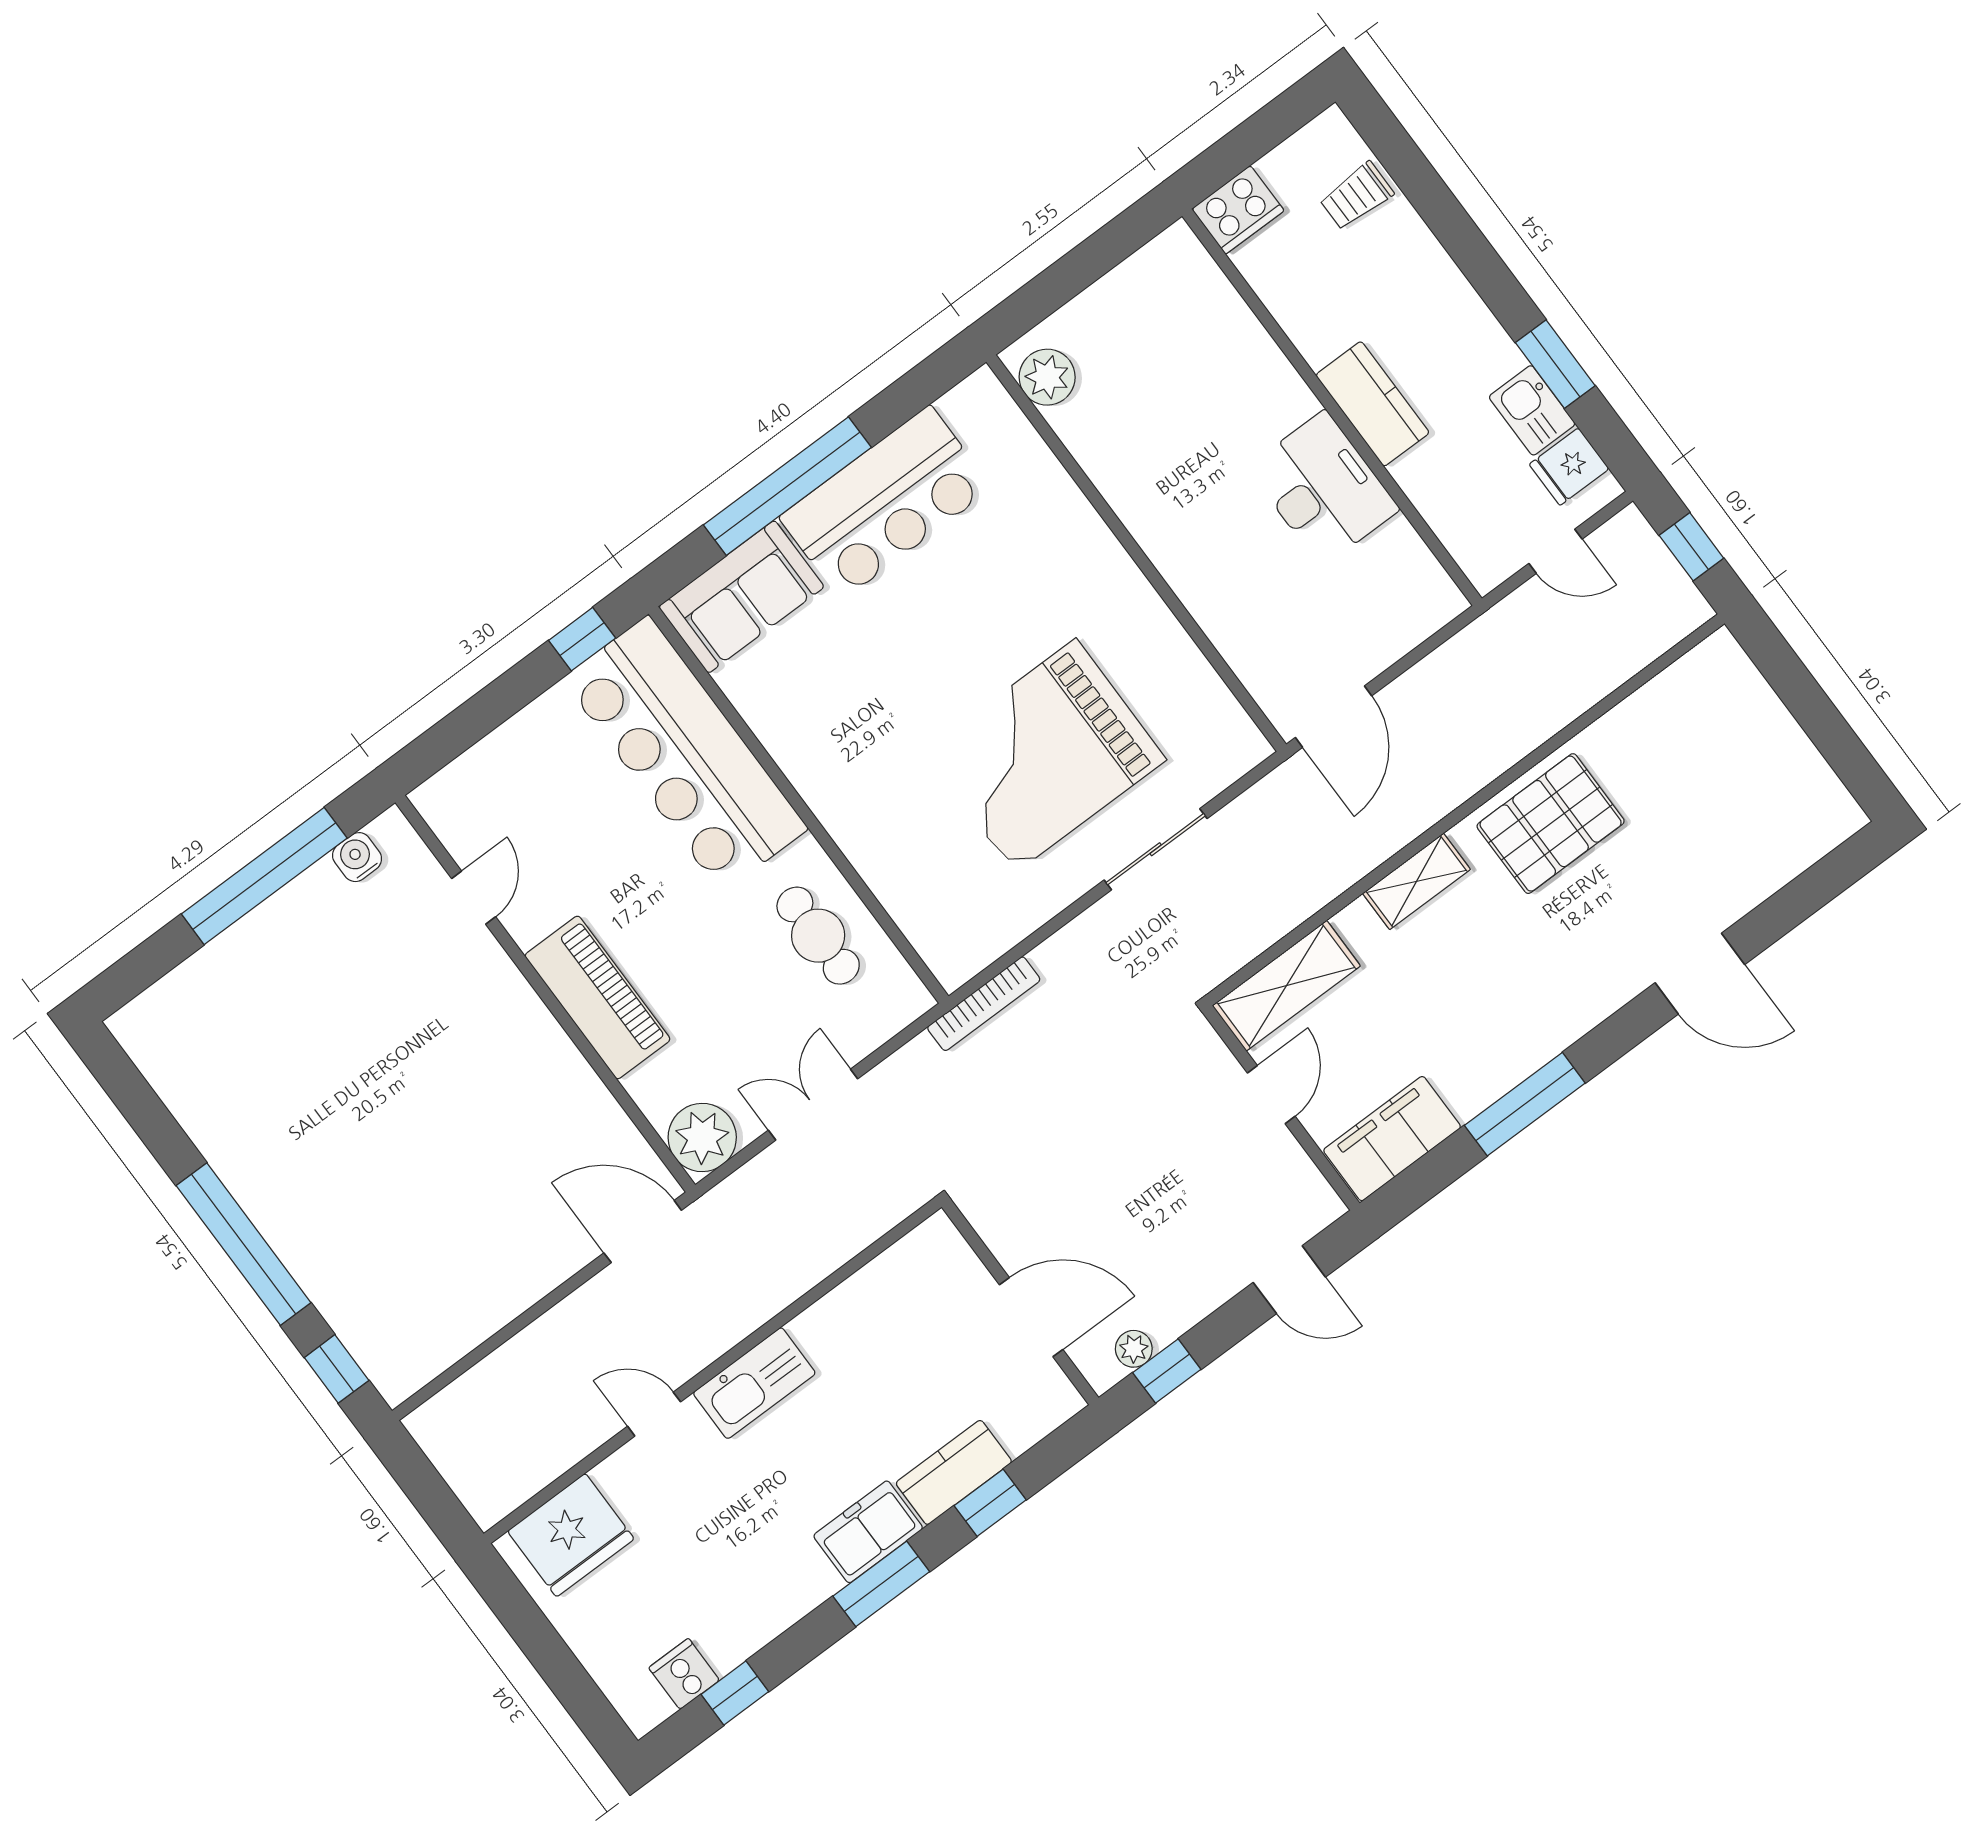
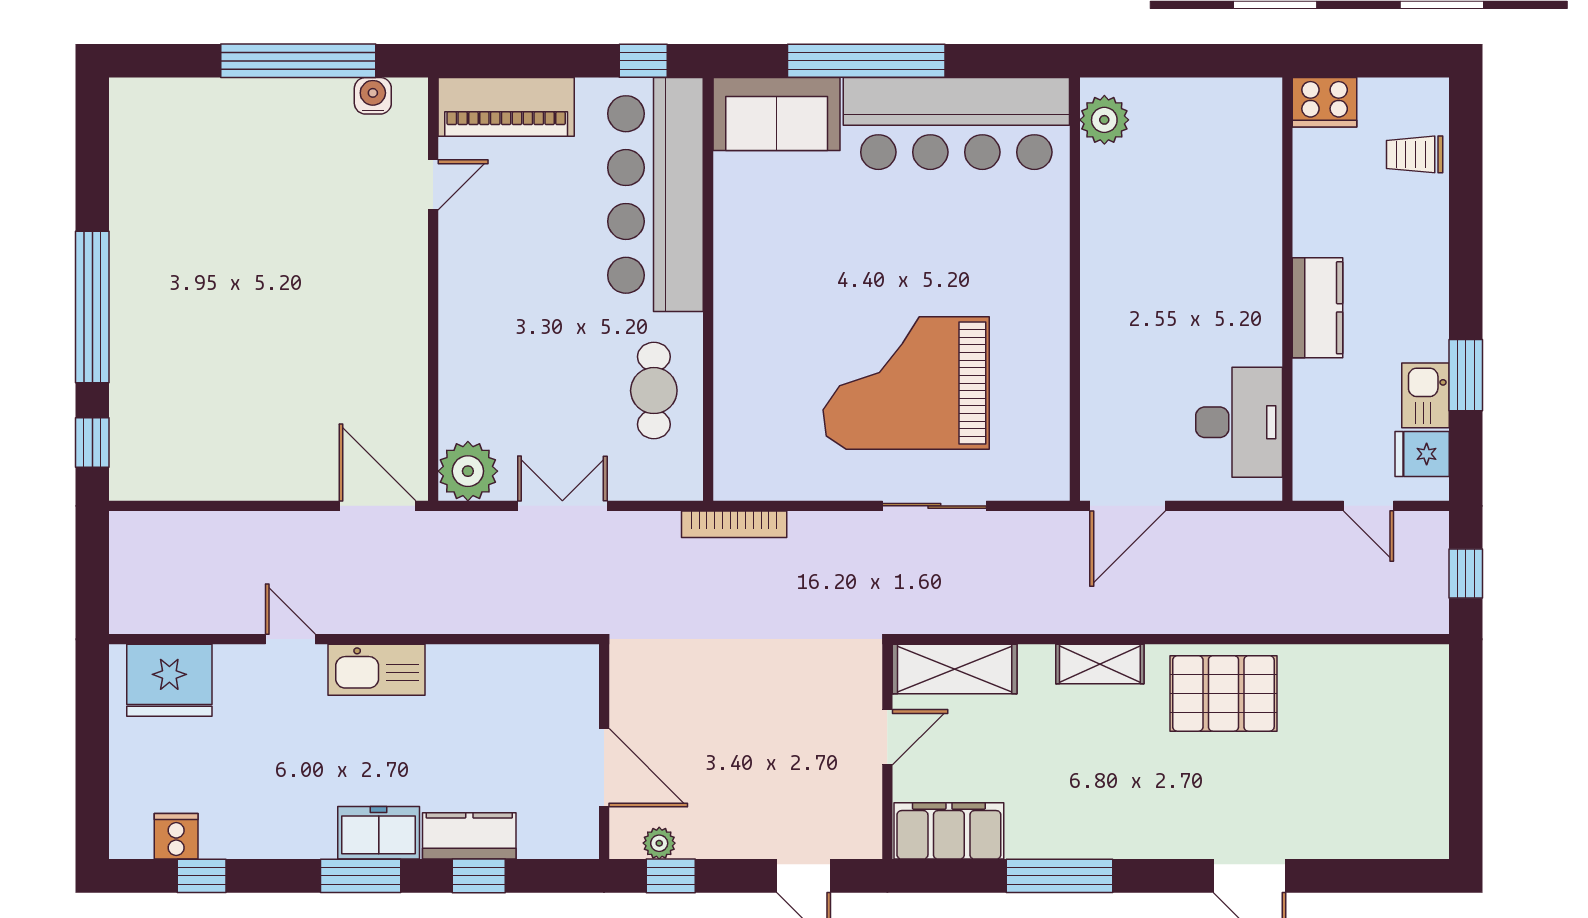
desk: (1323, 489) -> (1239, 422), moved
bar counter: (886, 503) -> (956, 124), width x1.36
piano: (597, 997) -> (506, 107), moved, turned 90

